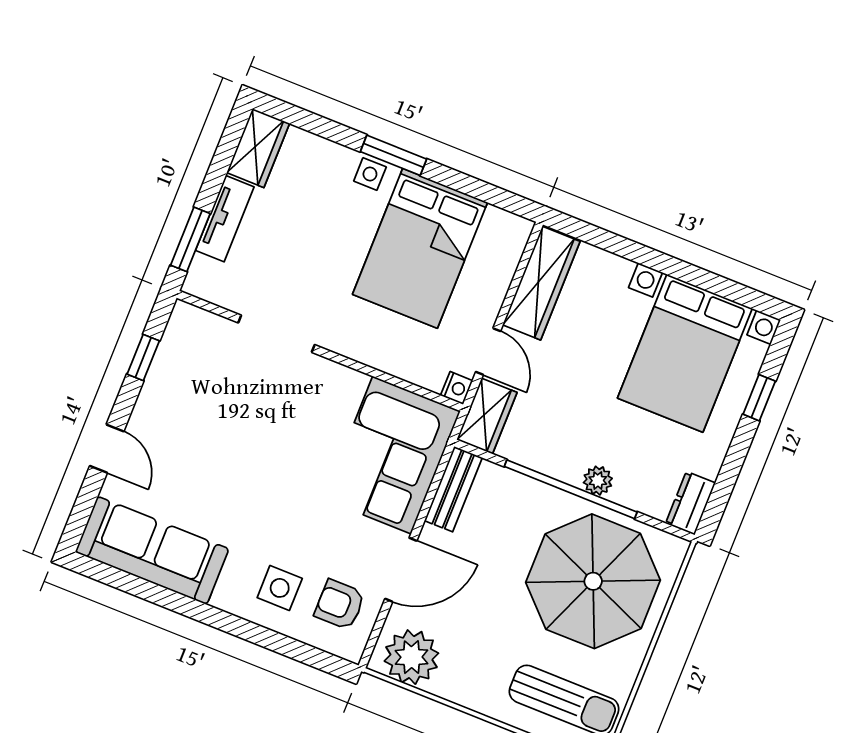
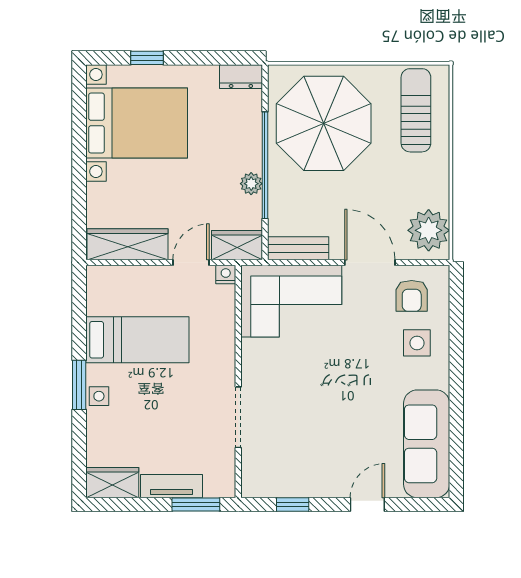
bed: (420, 248) -> (137, 340), width x0.67
plant: (598, 481) -> (251, 184), moved

